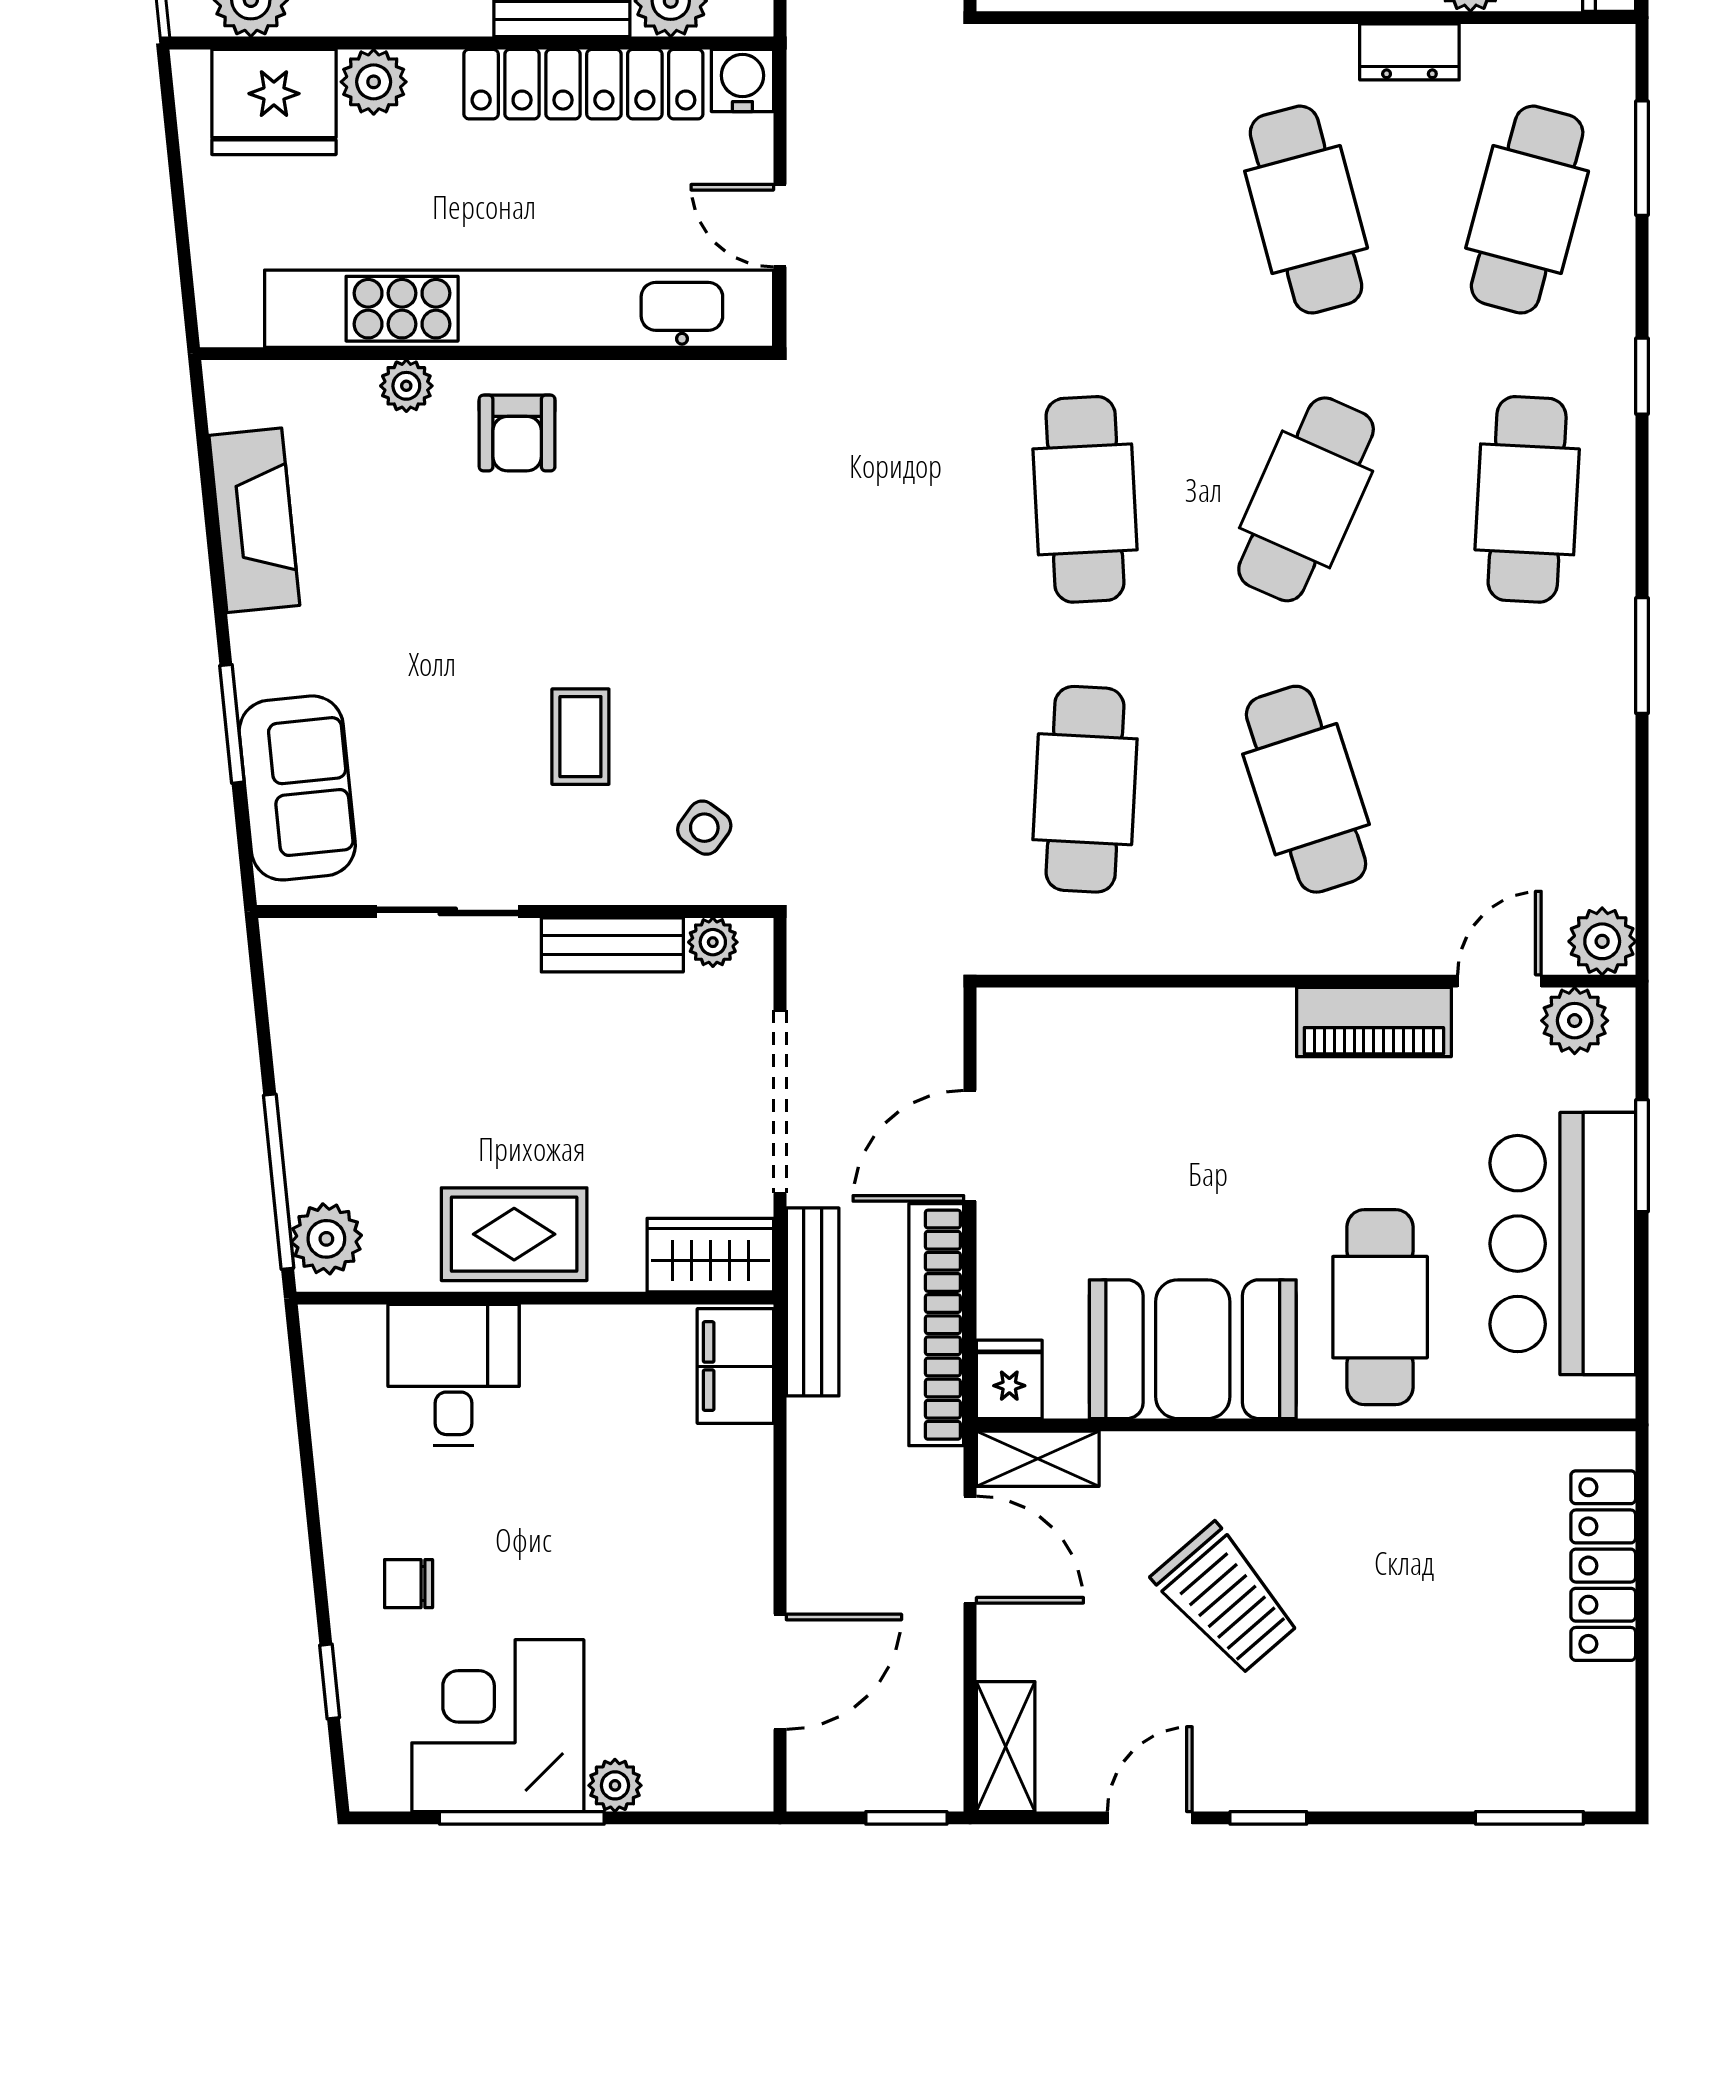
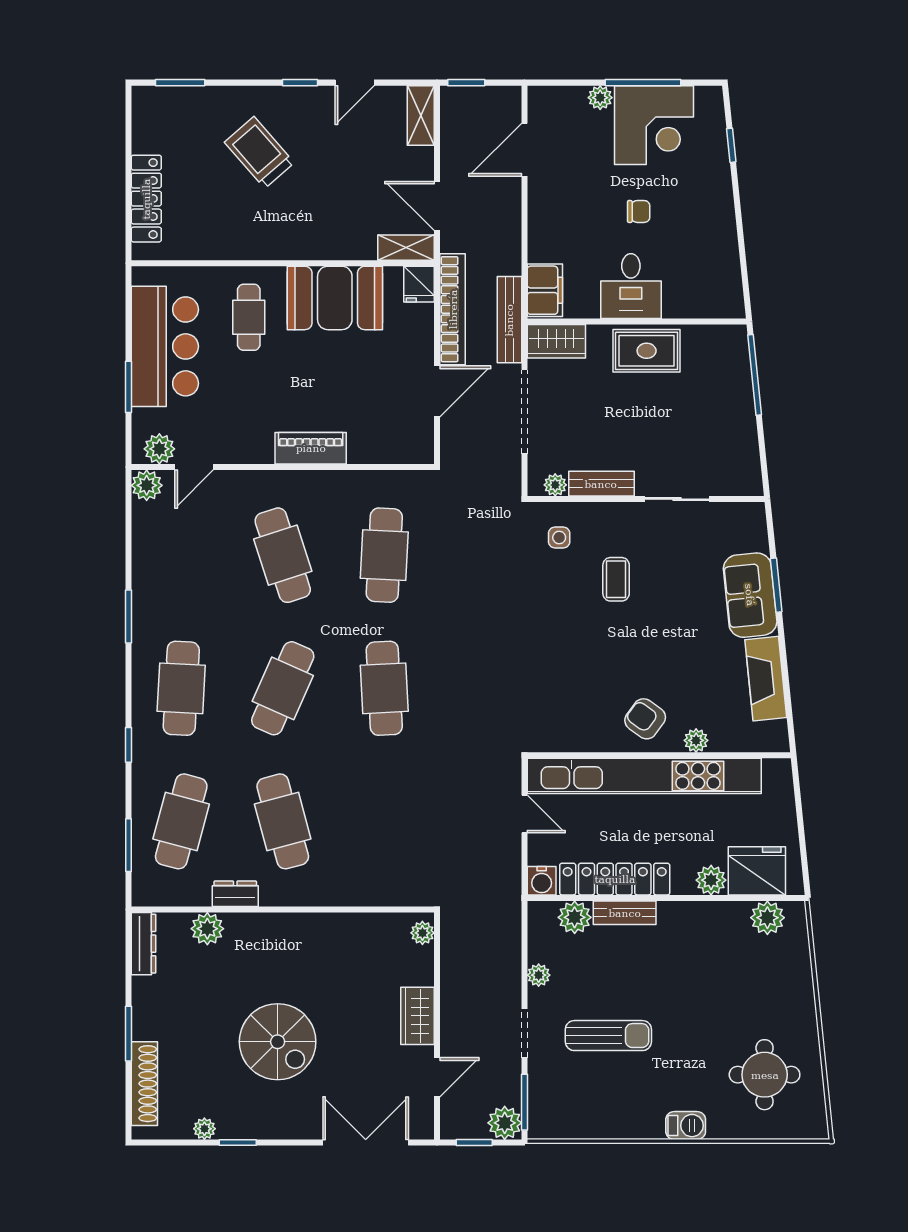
armchair: (517, 433) -> (645, 719), turned -54
sofa: (297, 788) -> (750, 595), moved
side table: (704, 828) -> (559, 538), turned -36
piano: (1374, 1022) -> (311, 448), moved
plant: (326, 1239) -> (733, 349), removed
cafe table: (1380, 1307) -> (249, 317), width x0.73, depth x0.74
desk: (454, 1375) -> (631, 286), moved
chair: (409, 1584) -> (639, 211), moved
trolley: (1226, 1599) -> (259, 152), moved

